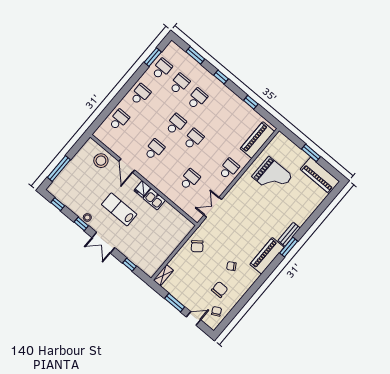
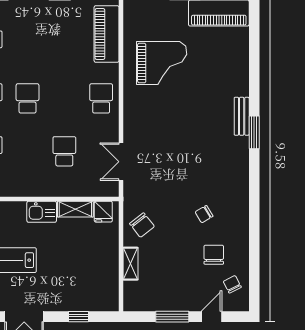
fridge: (142, 189) -> (103, 212), moved
shelving: (172, 212) -> (75, 209), added
piano: (267, 256) -> (237, 165), removed
shelving: (163, 275) -> (131, 264), moved

